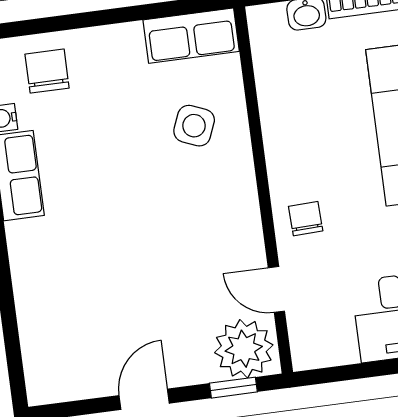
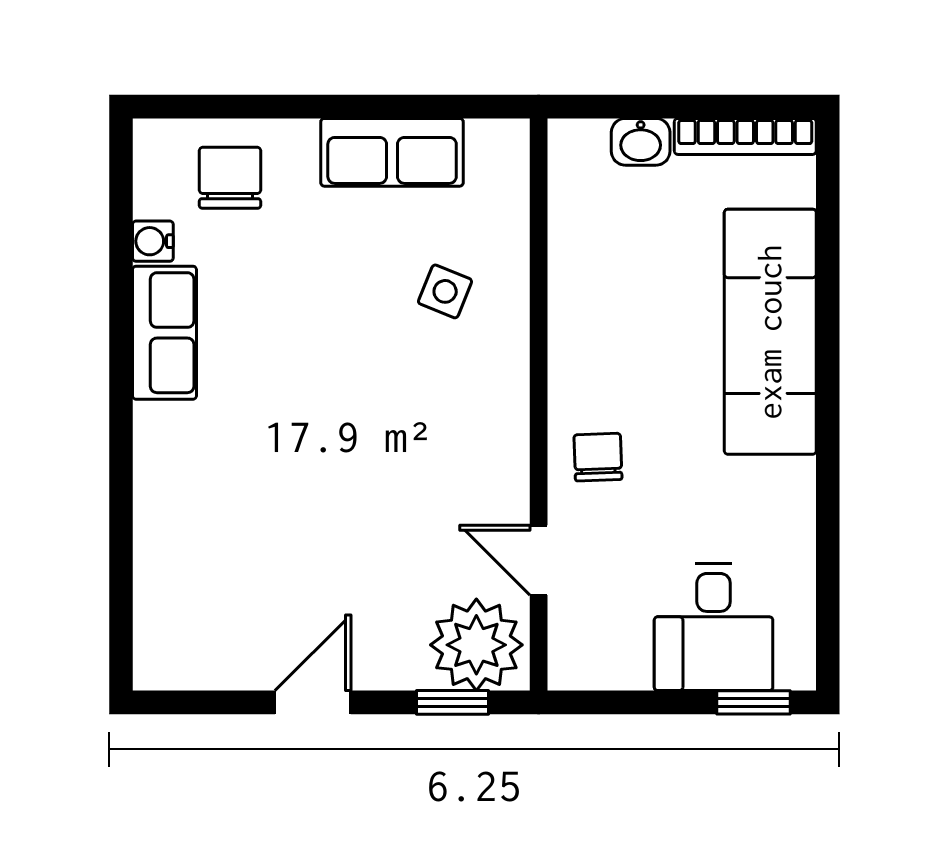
row of seats: (191, 36) -> (392, 152), moved
side table: (194, 126) -> (445, 291), width x0.73, depth x0.73

